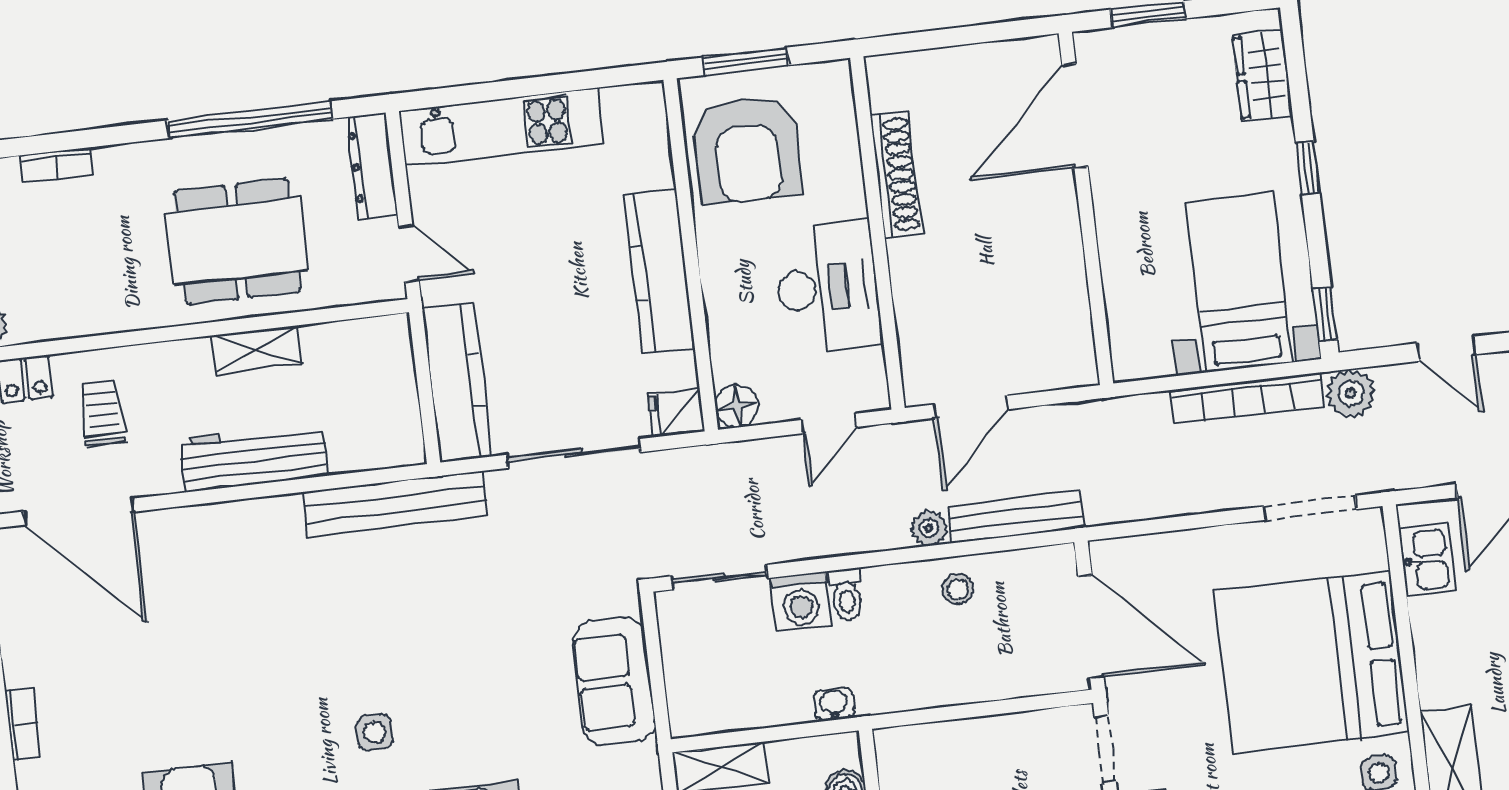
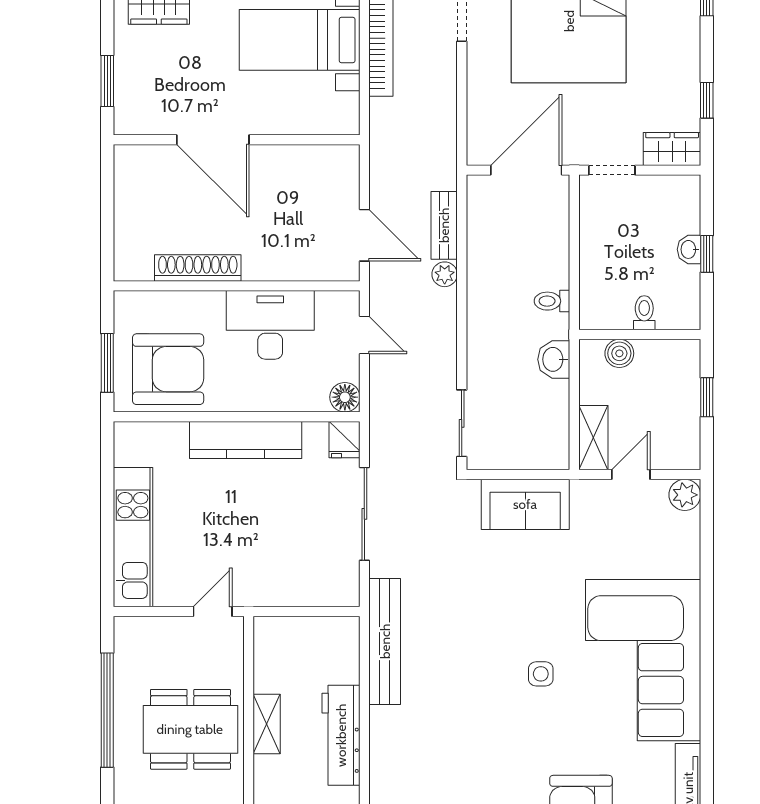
door: (1075, 116) -> (213, 140), moved
dresser: (372, 166) -> (149, 630), removed
dining table: (237, 242) -> (190, 729), turned 90
kitchen counter: (457, 382) -> (306, 589), removed
bench: (1016, 517) -> (444, 225), width x0.73
stool: (958, 589) -> (489, 259), removed
toilet: (846, 595) -> (552, 301), moved, turned 180
washing machine: (801, 602) -> (485, 369), removed
washbasin: (834, 704) -> (554, 359), width x1.38, depth x1.45

